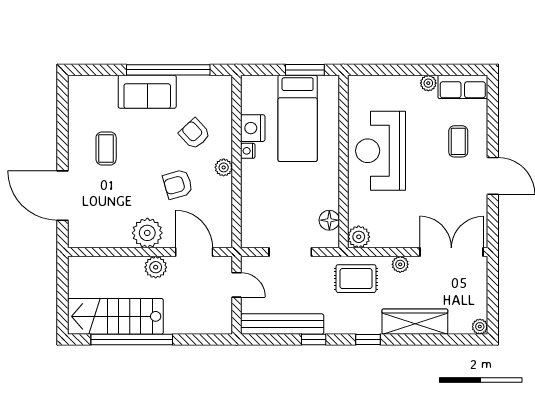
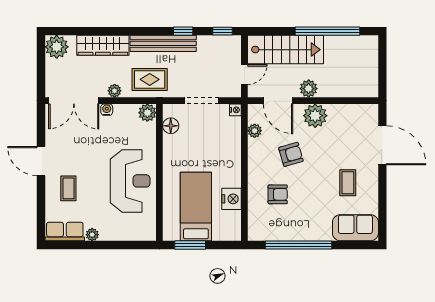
sofa: (147, 92) -> (355, 228), moved
armchair: (194, 134) -> (278, 194), turned -47
nightstand: (248, 151) -> (235, 110), moved
plant: (224, 167) -> (255, 131), moved
water cooler: (410, 241) -> (107, 110), added
door: (236, 285) -> (244, 75), swing flipped
stairs: (115, 316) -> (286, 50), moved
bench: (282, 324) -> (163, 43), moved
plant: (480, 327) -> (57, 47), width x1.87, depth x1.87
window: (368, 340) -> (222, 31), moved

